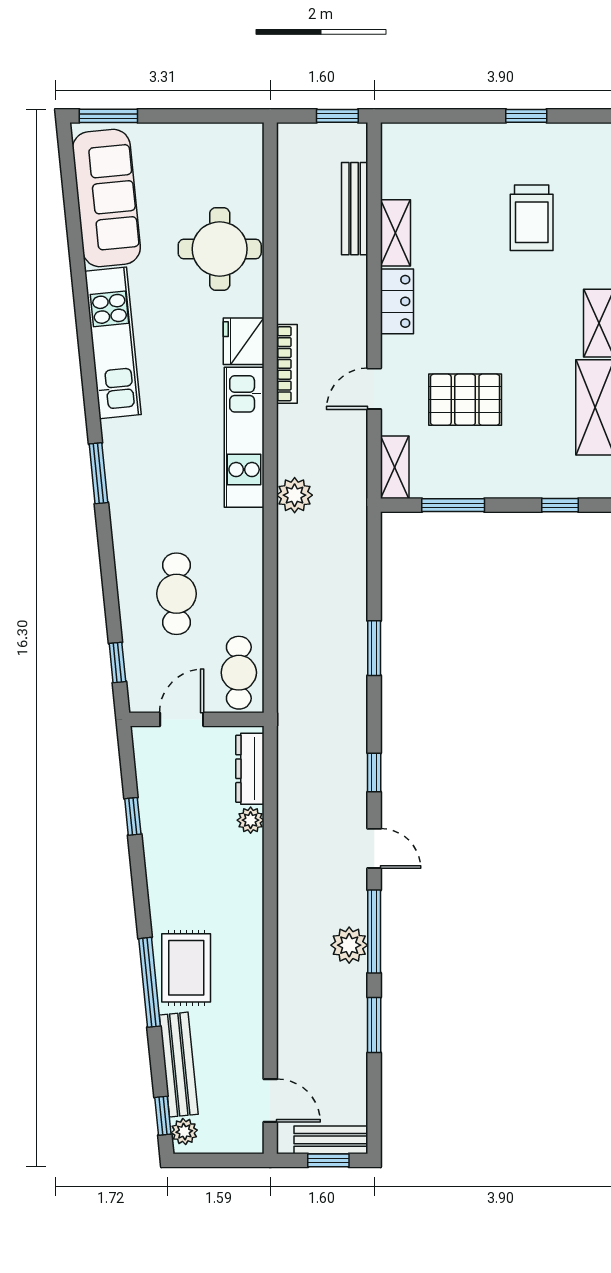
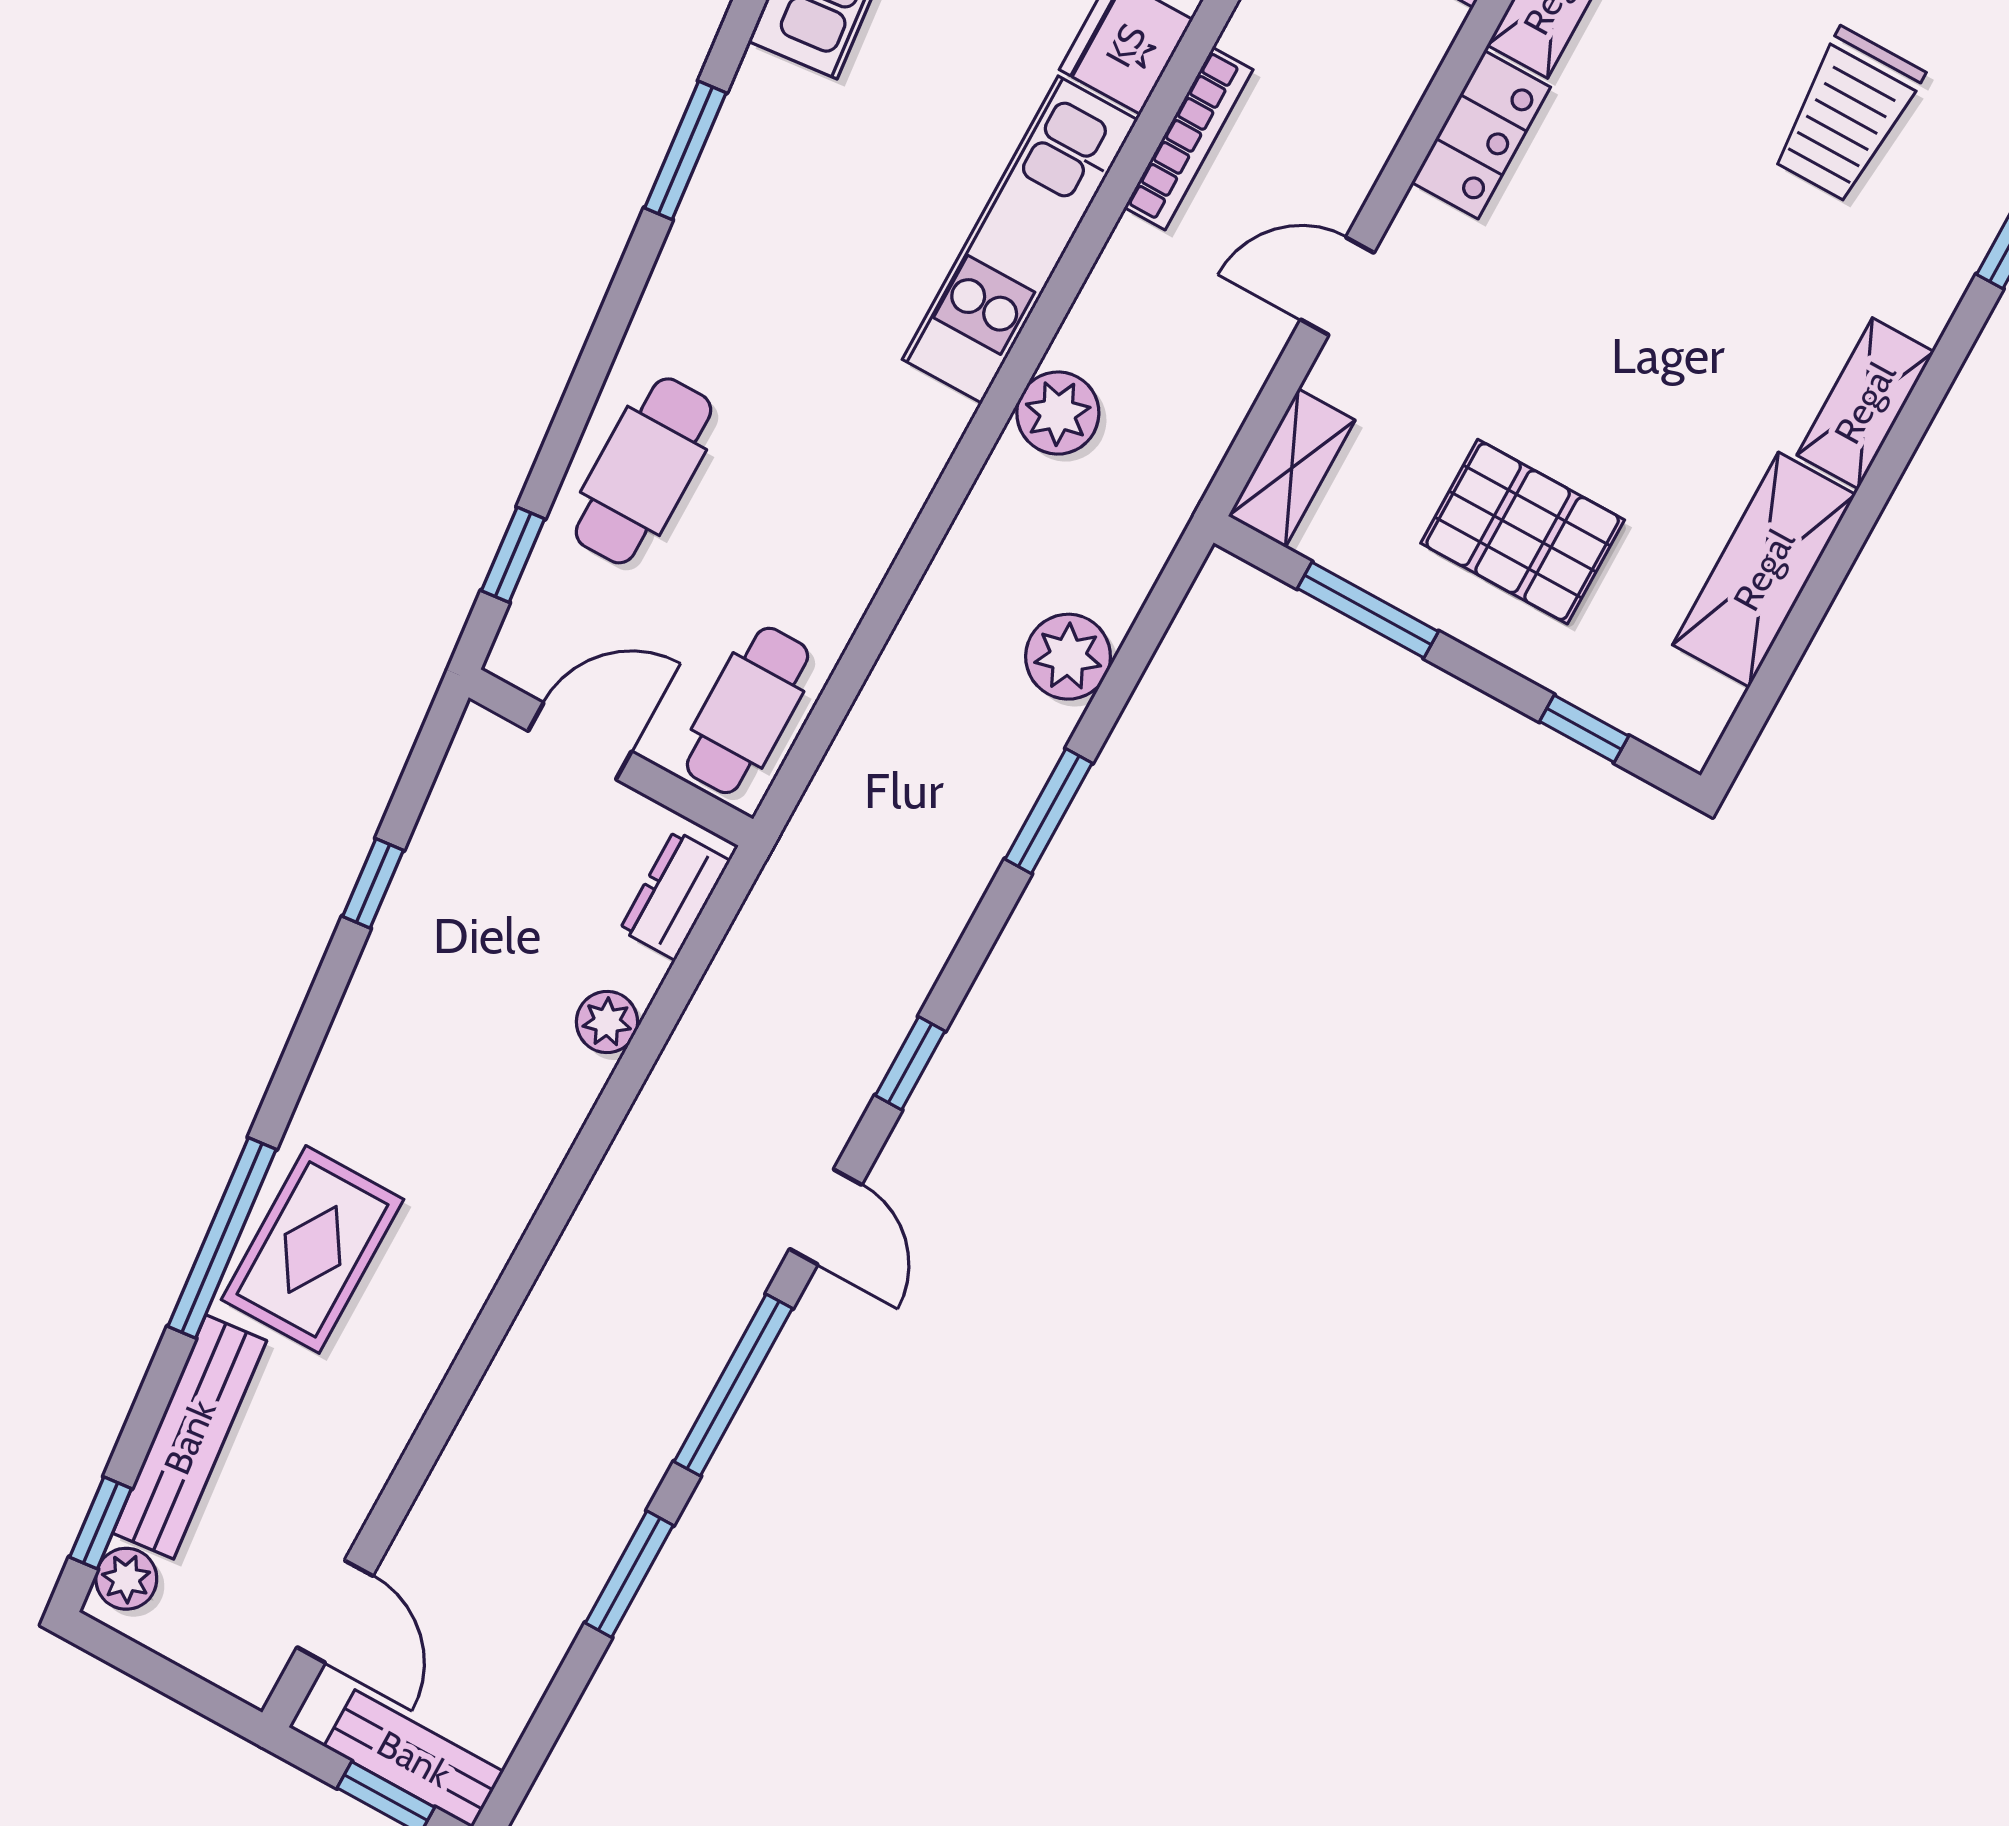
pallet: (465, 400) -> (1523, 532), moved
cafe table: (176, 594) -> (643, 471), moved
dresser: (250, 769) -> (675, 895), width x0.70
plant: (349, 945) -> (1068, 657), moved

